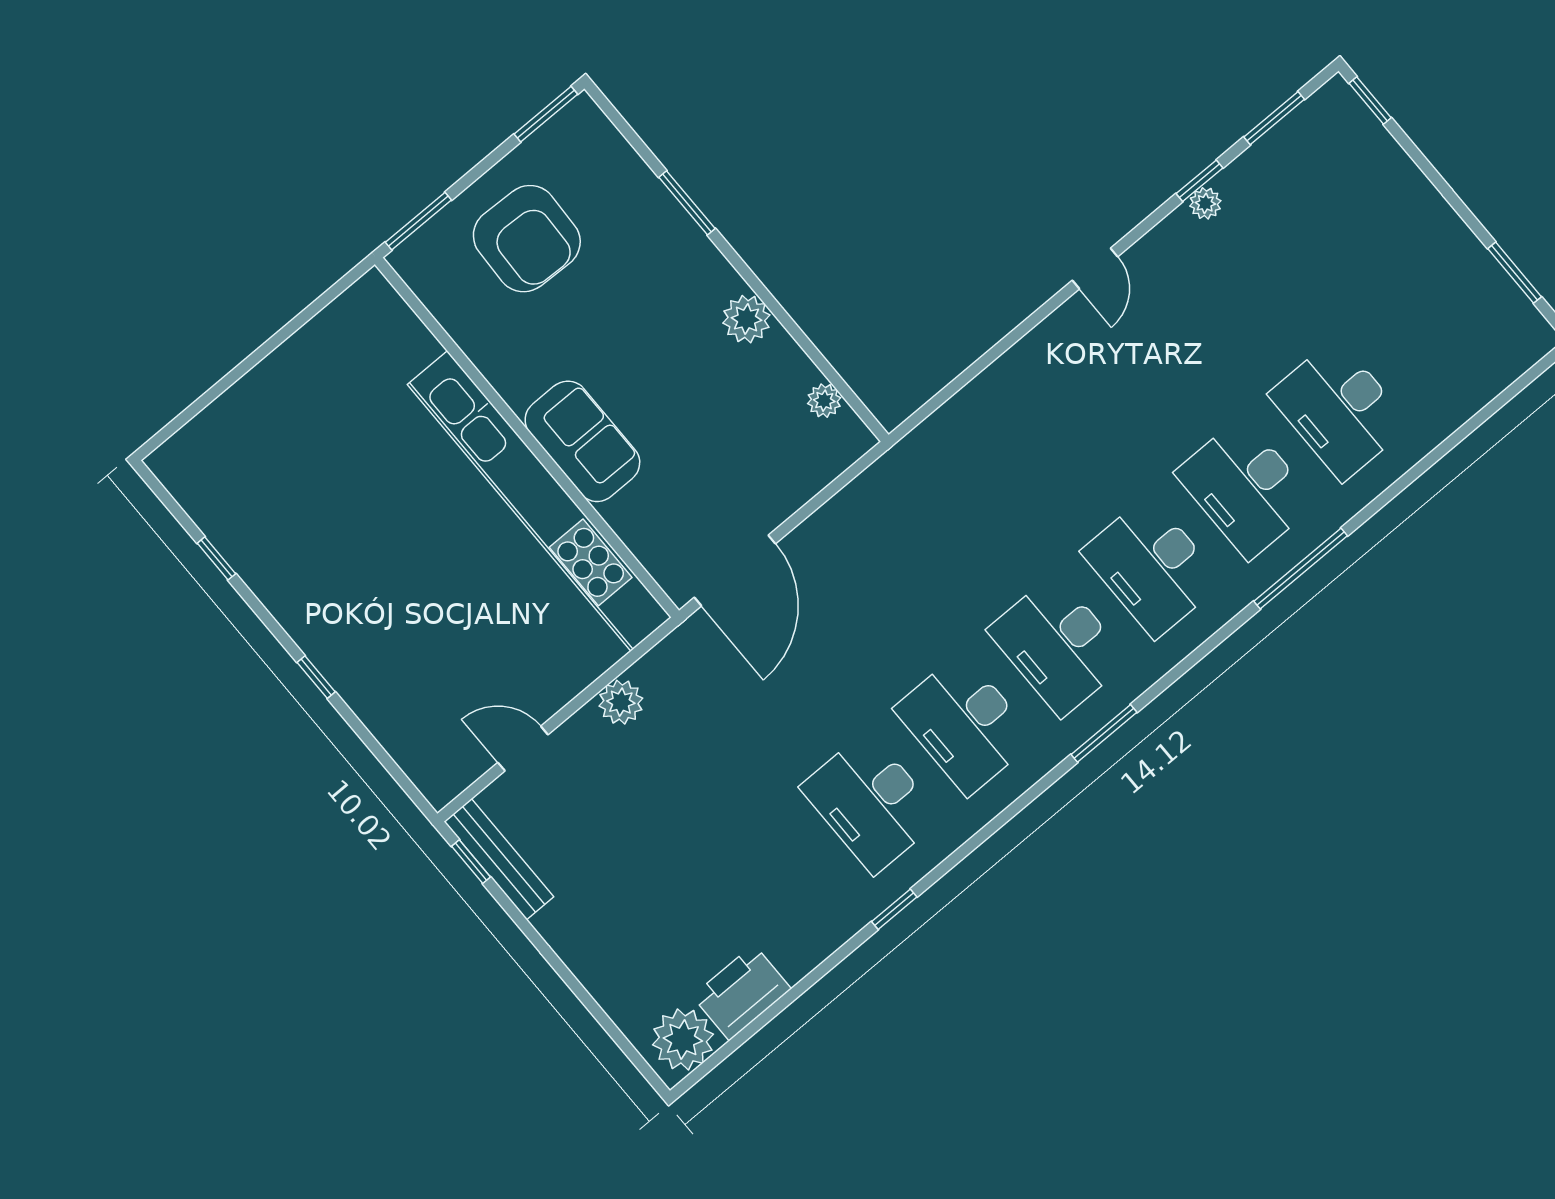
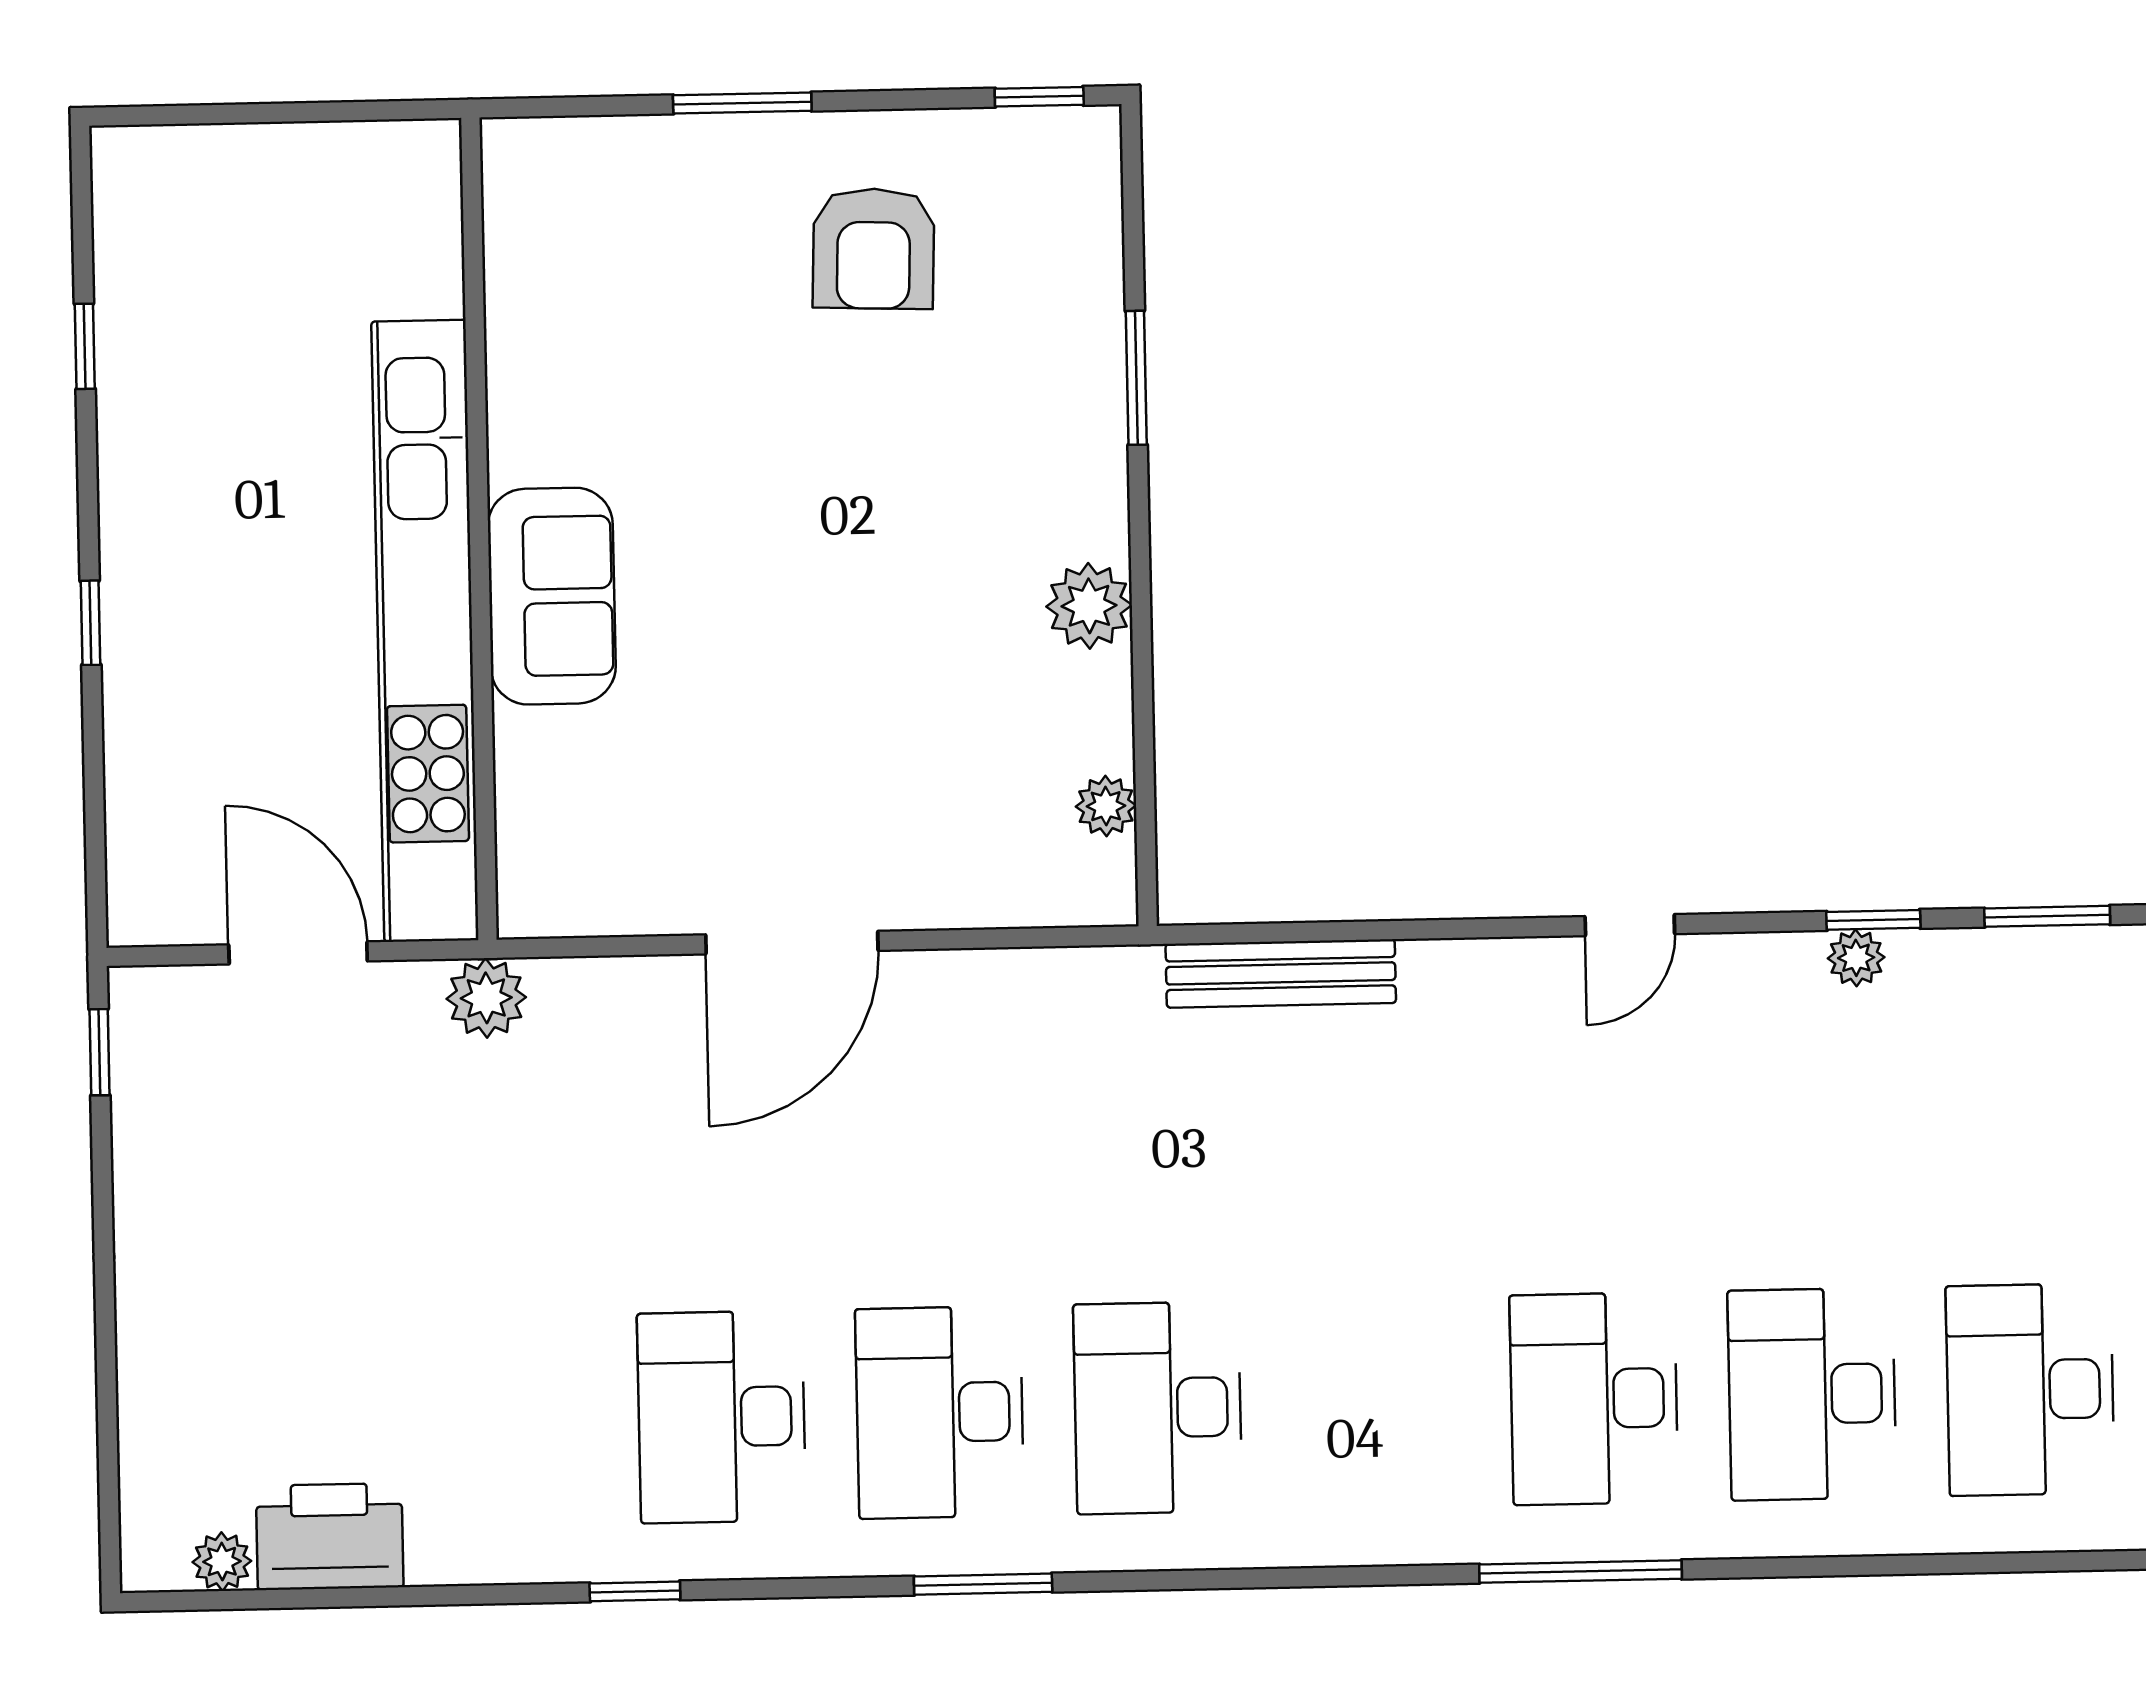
window: (546, 114) -> (1039, 97), width x0.67
armchair: (527, 239) -> (874, 249), width x0.73, depth x0.73
wall: (527, 438) -> (479, 529), moved
sofa: (582, 441) -> (552, 596), moved
kitchen unit: (539, 501) -> (425, 631), moved
desk: (1152, 567) -> (2030, 1390), moved
window: (1104, 733) -> (983, 1584), moved
door: (523, 749) -> (298, 953), width x1.38
bench: (499, 859) -> (1281, 973), moved, turned 90
plant: (683, 1039) -> (222, 1562), width x0.53, depth x0.53

